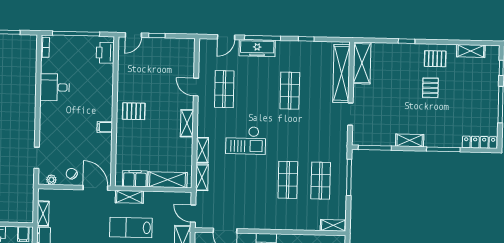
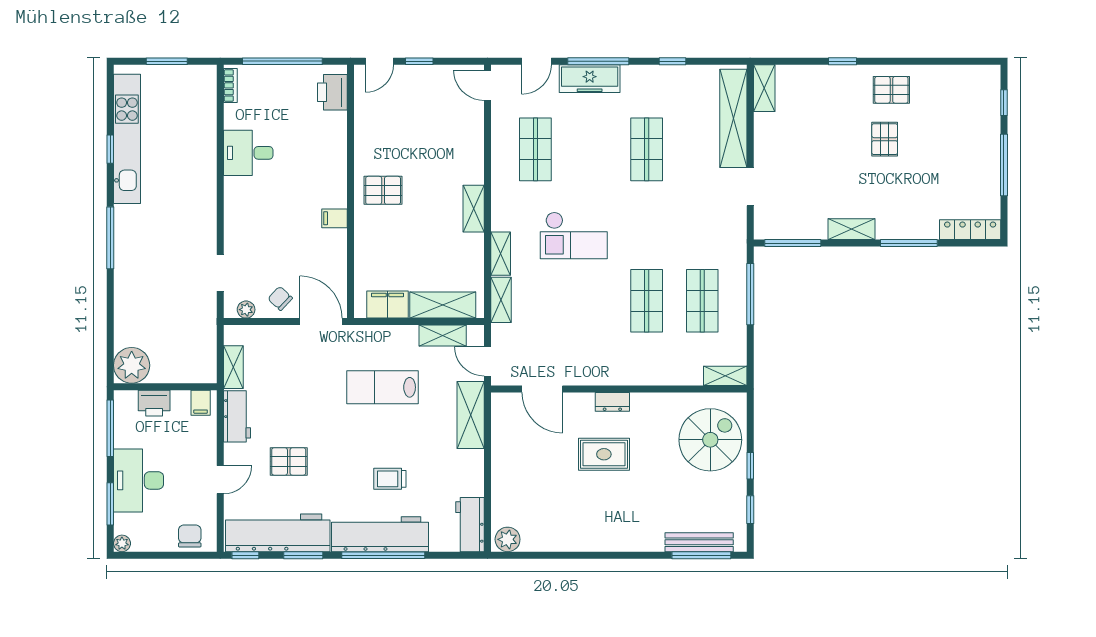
shelving: (471, 51) -> (952, 75), removed
shelving: (362, 63) -> (764, 88), width x0.67, depth x0.75
door: (196, 87) -> (487, 85), moved
shelving: (129, 197) -> (443, 336), moved

